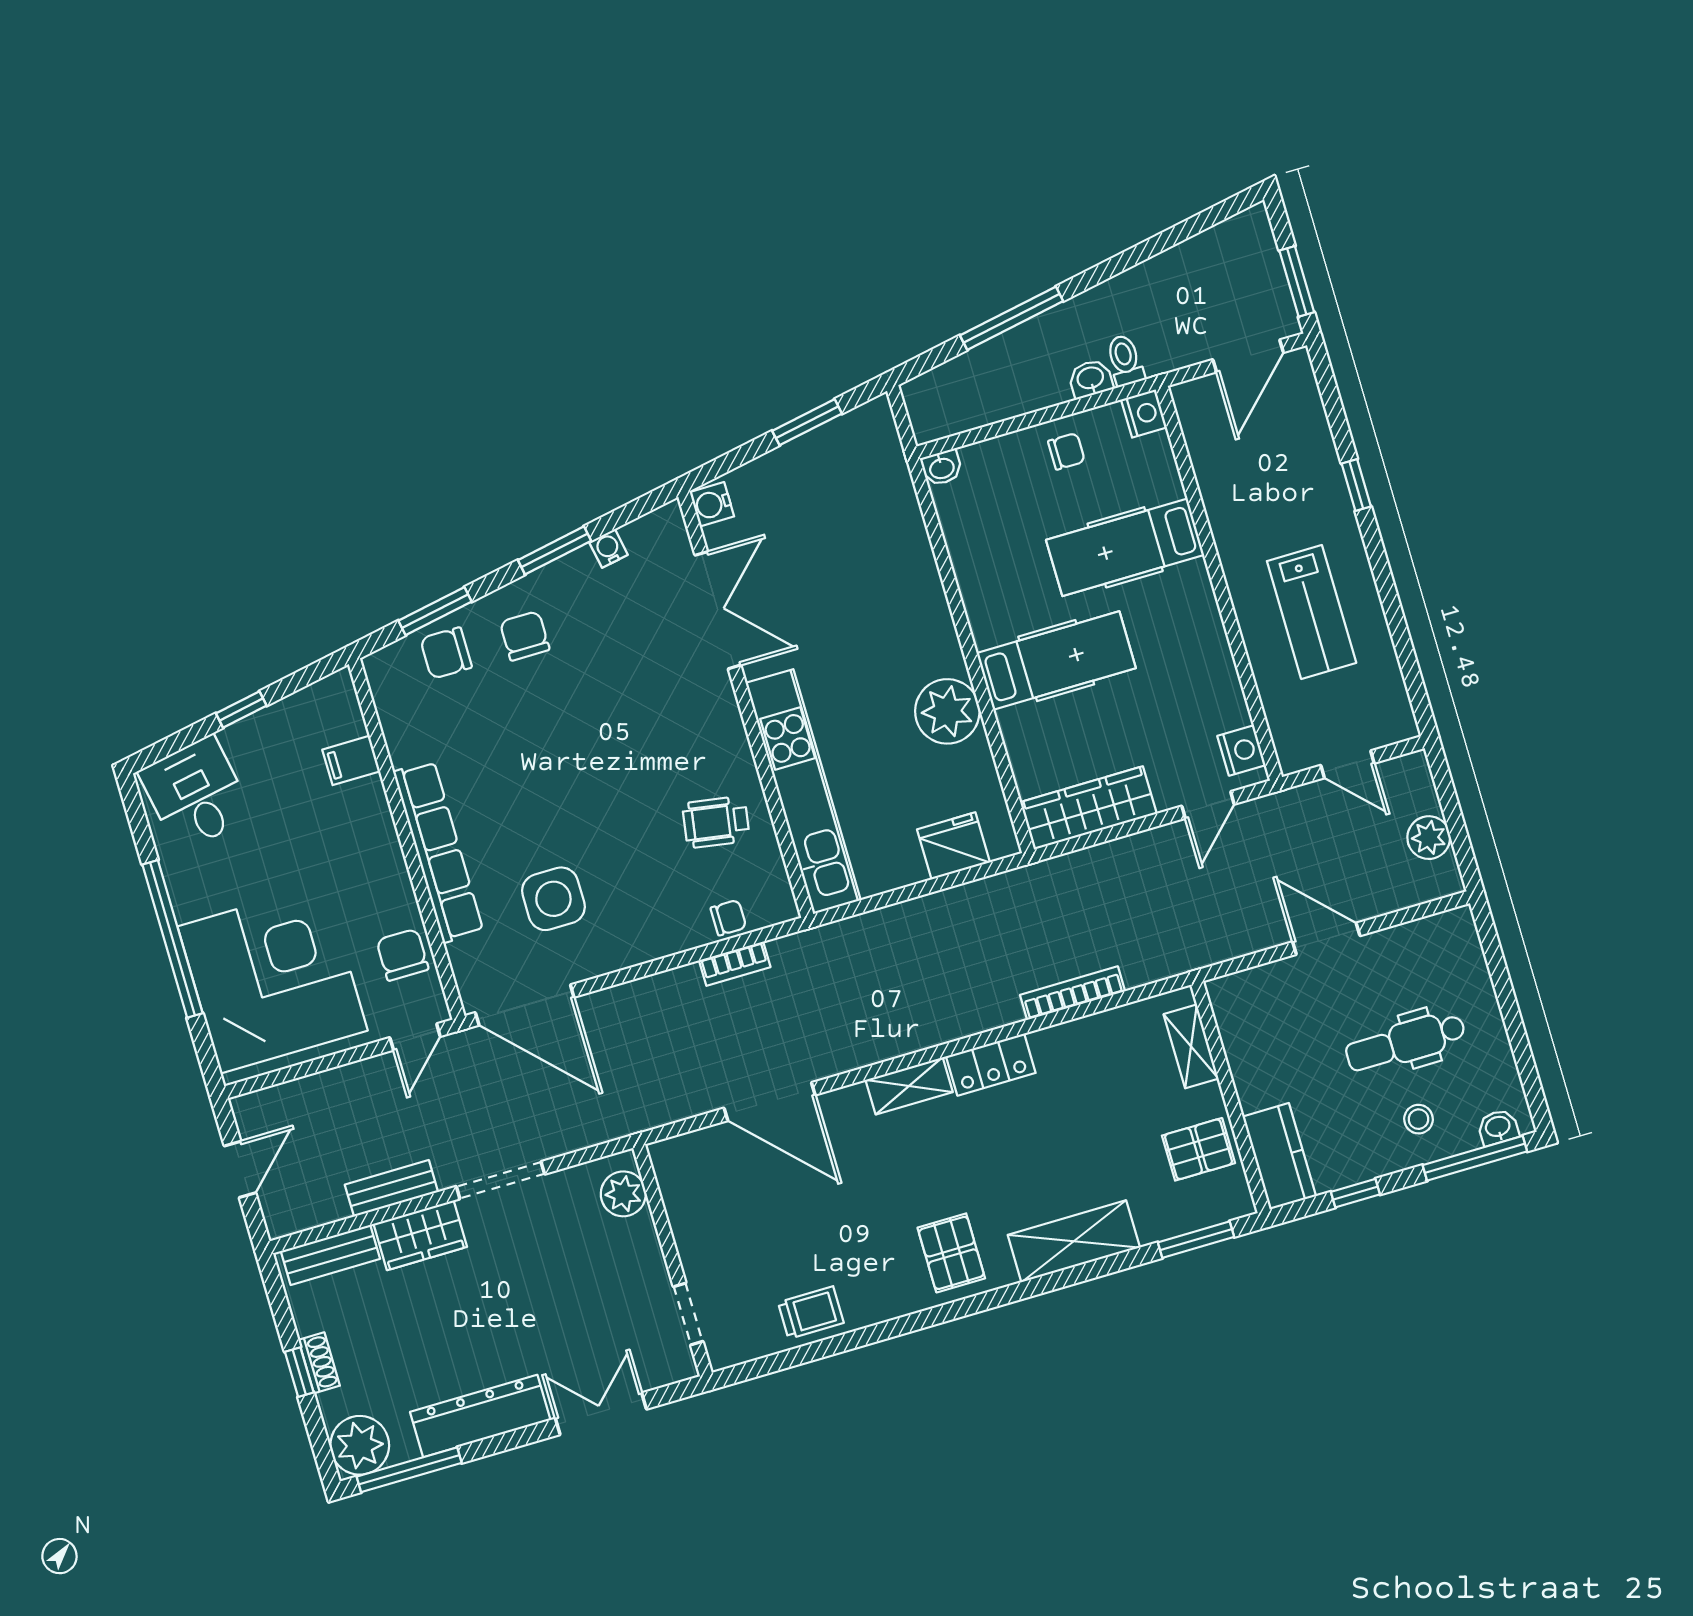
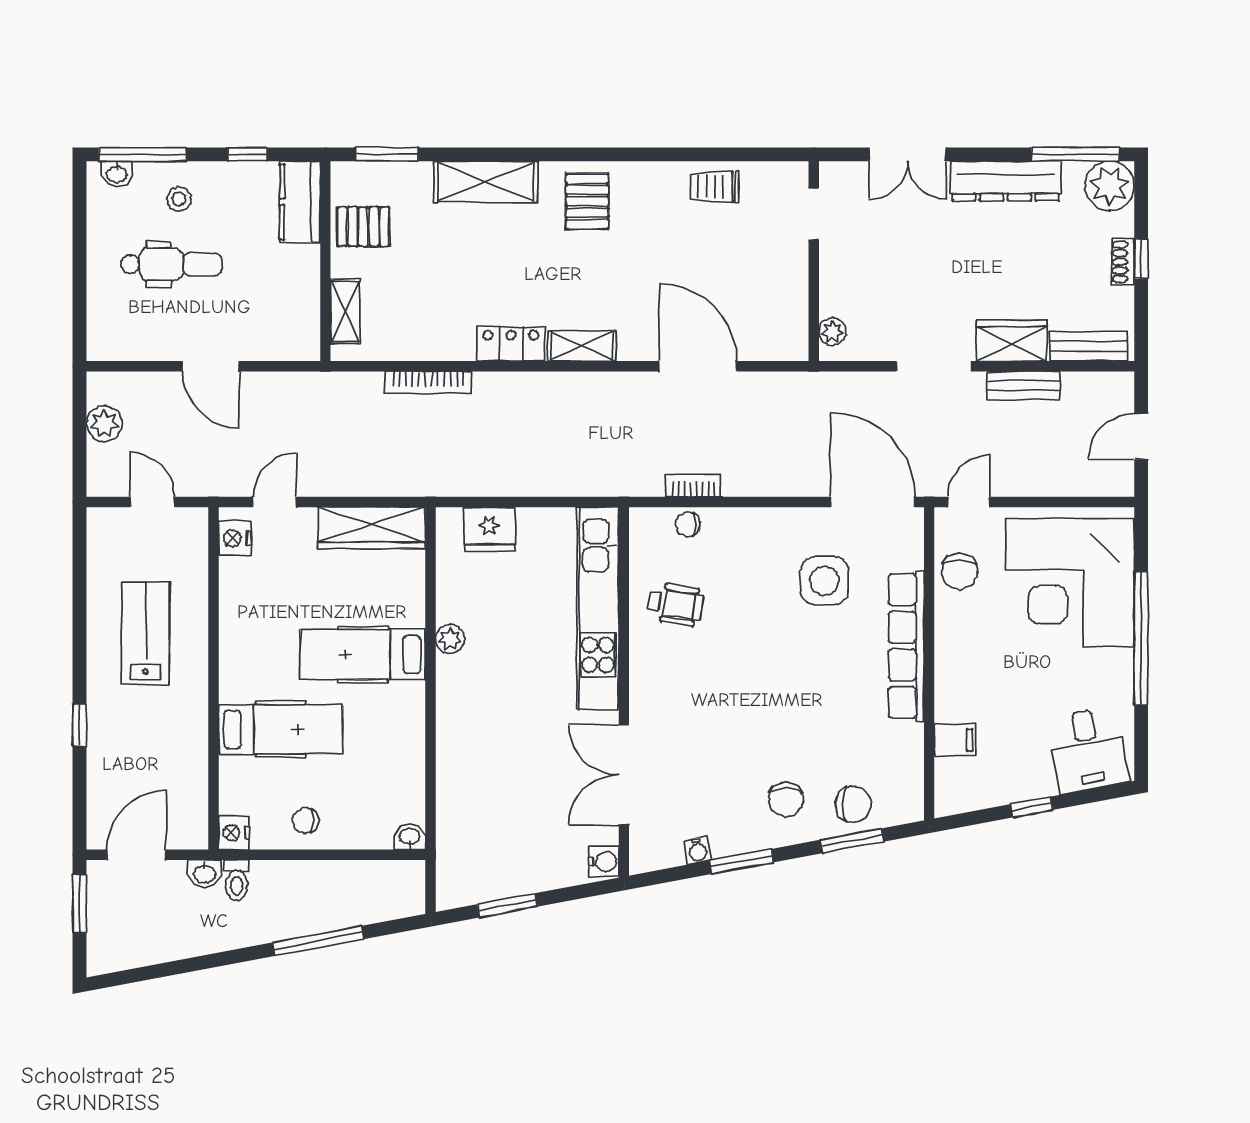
washbasin: (1091, 379) -> (204, 873), moved
plant: (947, 711) -> (450, 639), width x0.53, depth x0.53
plant: (623, 1194) -> (833, 331), width x0.73, depth x0.73

